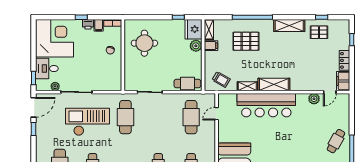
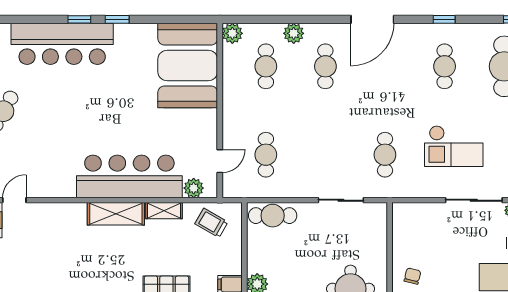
plant: (314, 99) -> (194, 188), moved
cafe table: (125, 117) -> (385, 155), width x0.73, depth x0.74
cafe table: (191, 117) -> (266, 155), width x0.73, depth x0.74
checkout: (88, 122) -> (454, 146), width x0.73, depth x0.83

